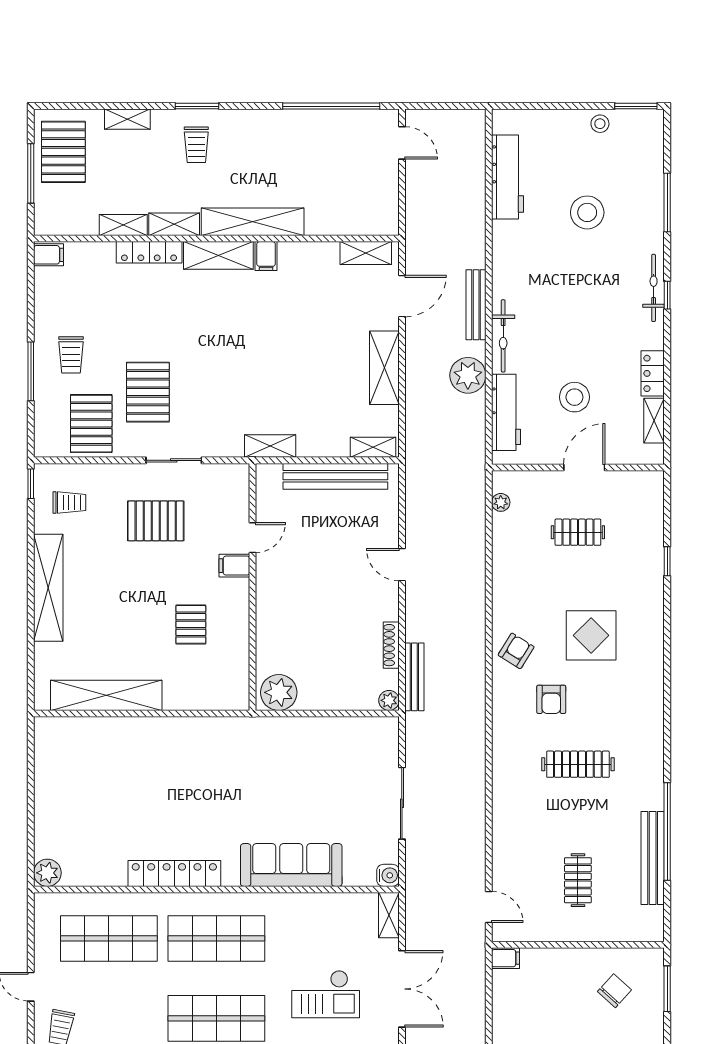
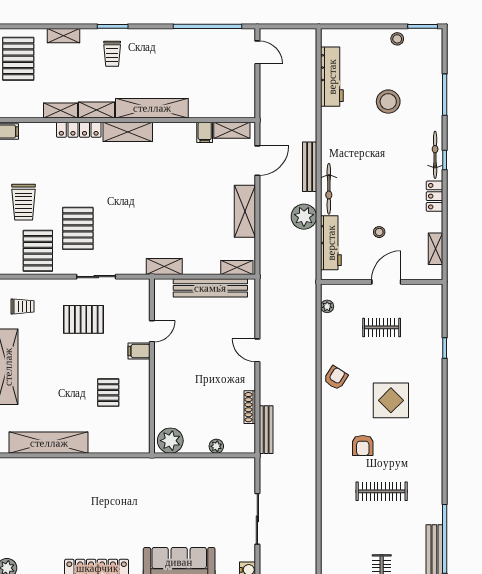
filing cabinet: (266, 256) -> (205, 132), moved
trolley: (71, 355) -> (24, 202), width x1.36, depth x1.39
locker: (653, 373) -> (434, 196), moved
stool: (574, 397) -> (379, 232), width x0.53, depth x0.53
armchair: (516, 651) -> (336, 378), moved
plant: (389, 700) -> (216, 446), moved

